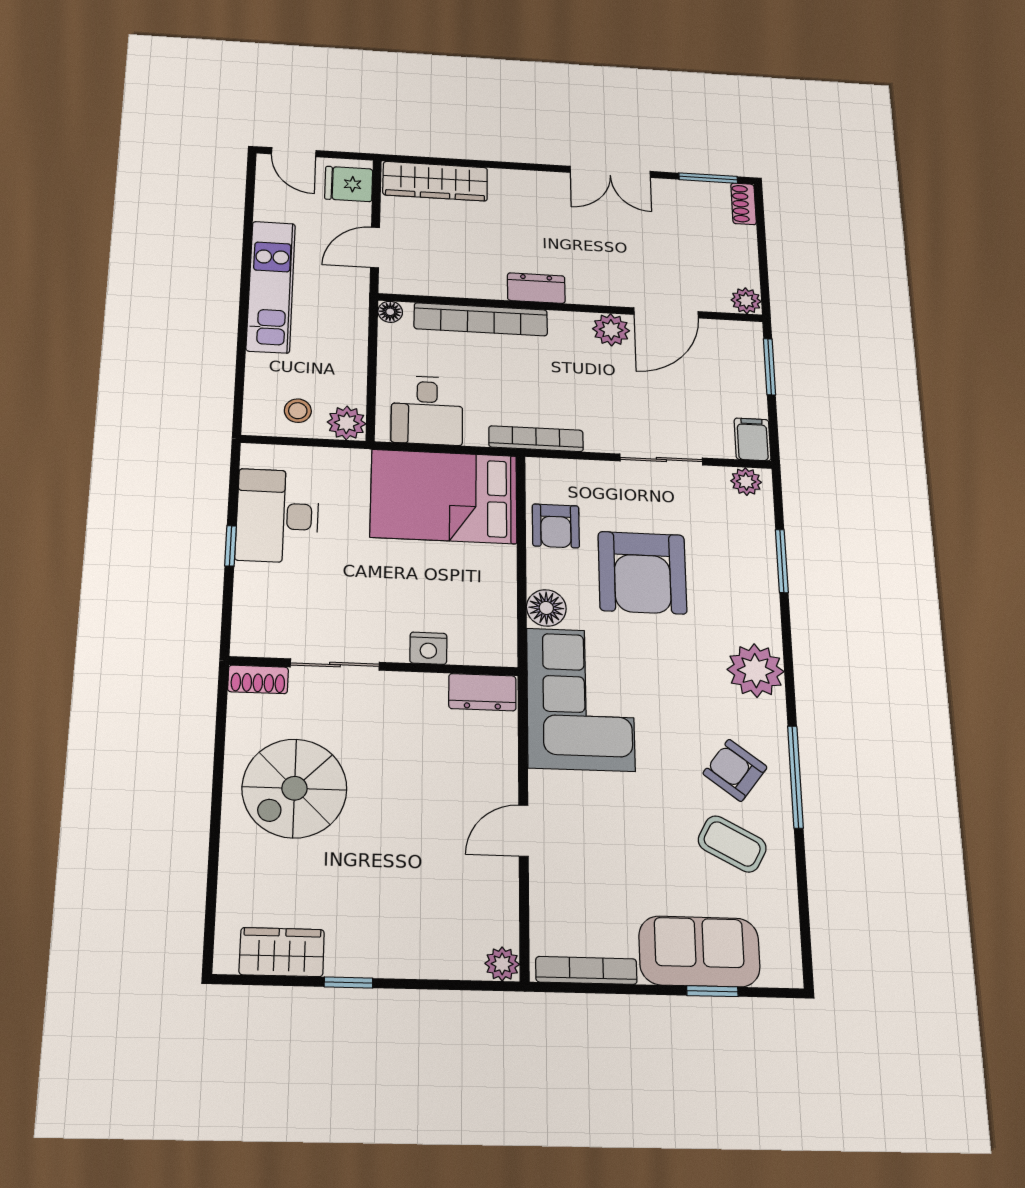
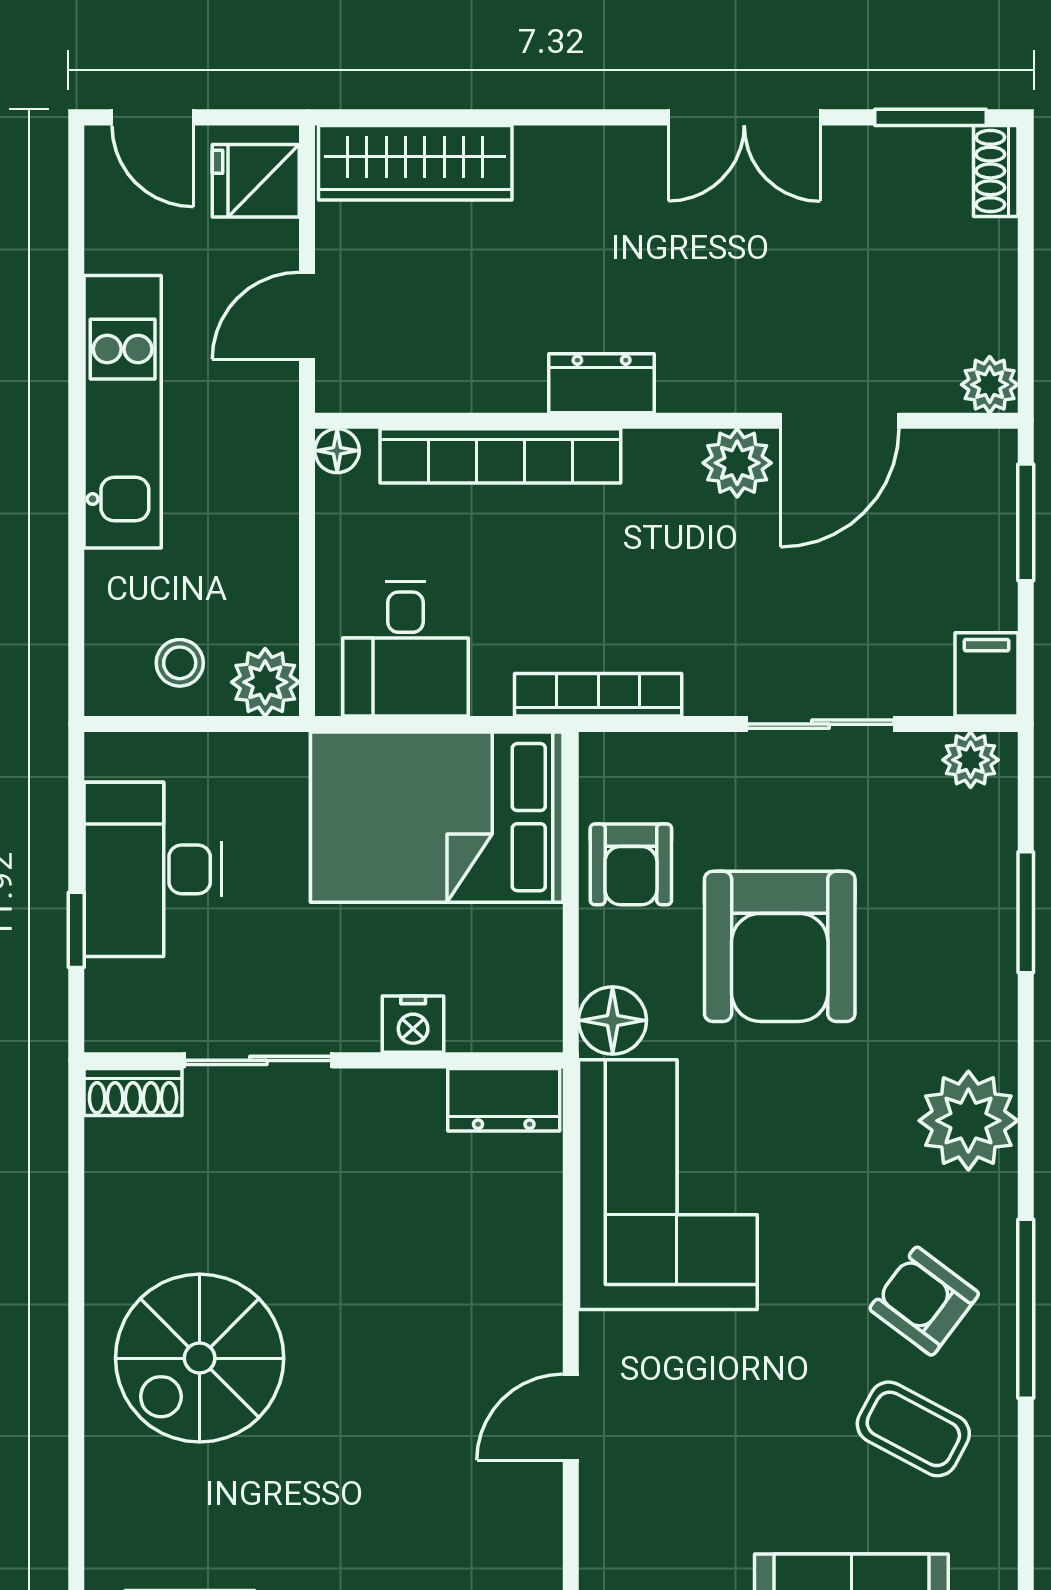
nightstand: (428, 648) -> (413, 1024), moved
sliding door: (335, 665) -> (258, 1060), moved
wall: (374, 666) -> (324, 1060), moved
shoe rack: (258, 679) -> (133, 1092), moved
dresser: (482, 692) -> (504, 1100), moved

